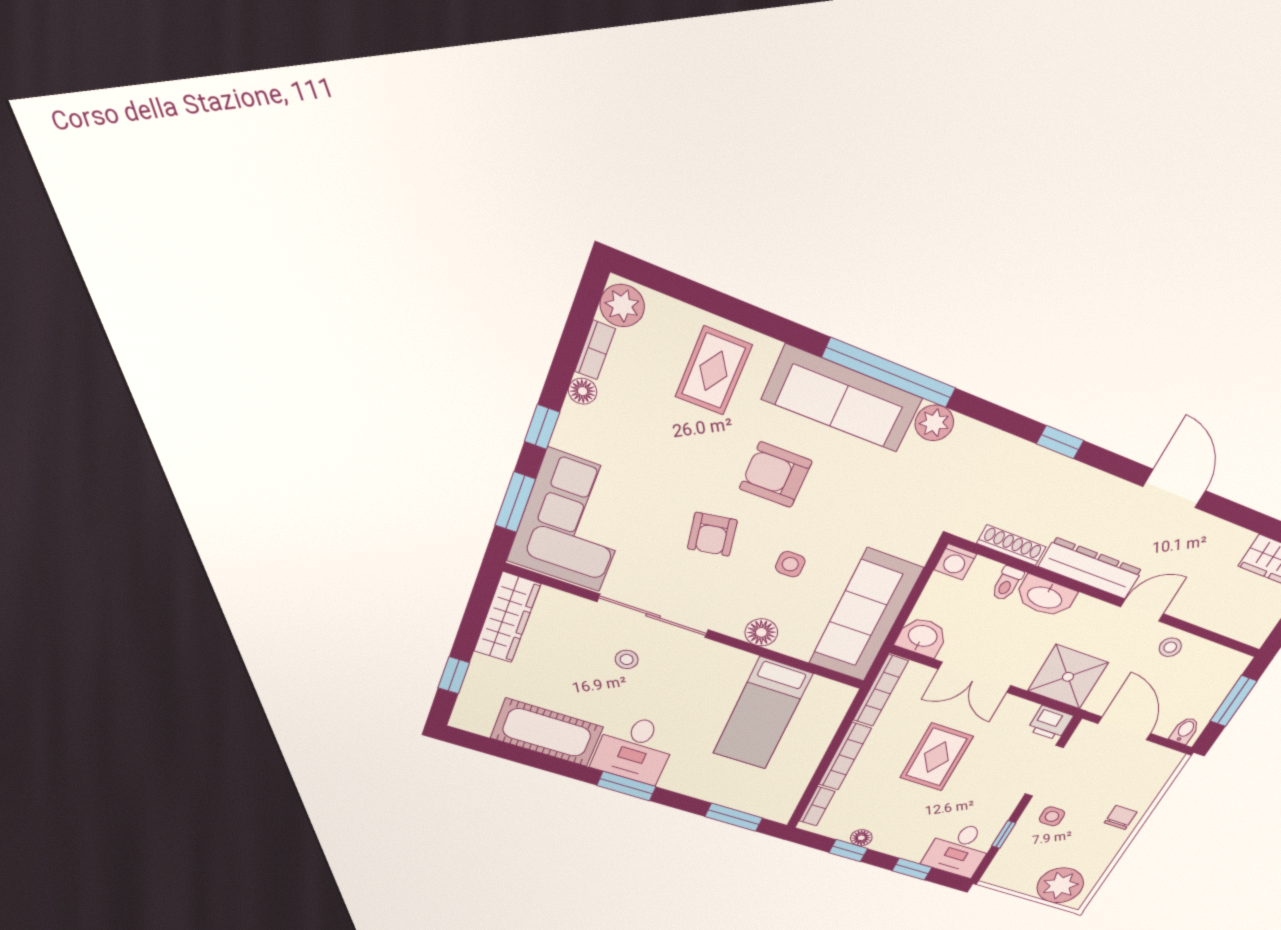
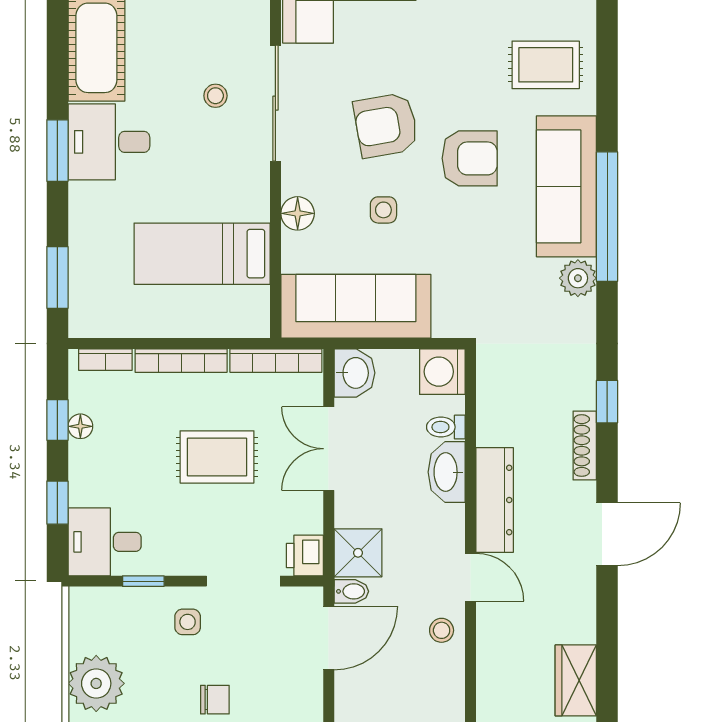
armchair: (776, 475) -> (470, 158), turned 90
armchair: (712, 534) -> (386, 125), width x1.38, depth x1.38
shoe rack: (1011, 545) -> (585, 446), moved, turned 180
washing machine: (955, 562) -> (442, 372), width x1.38, depth x1.38
shower: (1068, 677) -> (358, 553), width x0.73, depth x0.73
bidet: (1185, 731) -> (351, 591), moved

